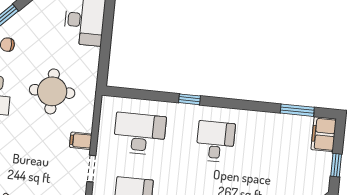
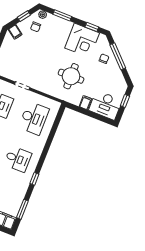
window: (189, 99) -> (34, 179), moved
filing cabinet: (81, 141) -> (85, 103), moved

